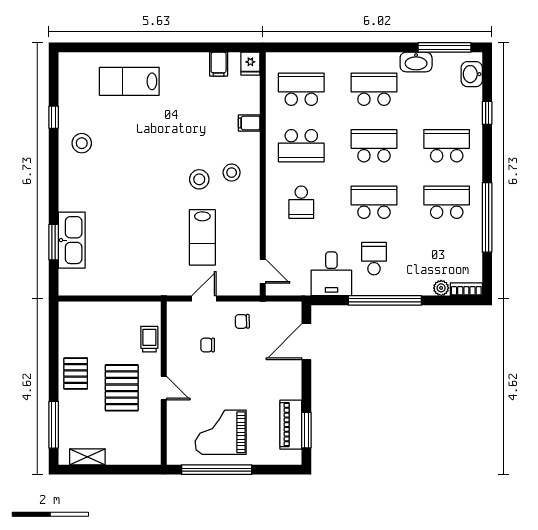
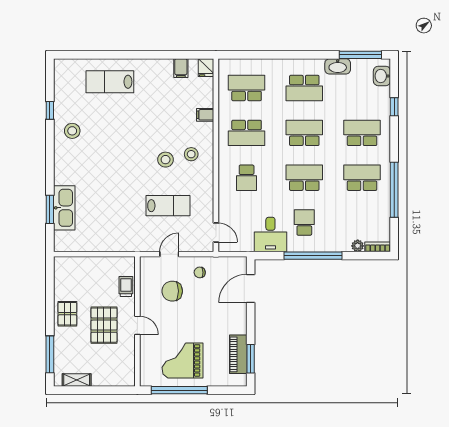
school desk: (374, 89) -> (304, 88), turned 180
lab bench: (202, 237) -> (168, 206), turned -90
chair: (208, 345) -> (172, 291), width x1.87, depth x1.87

